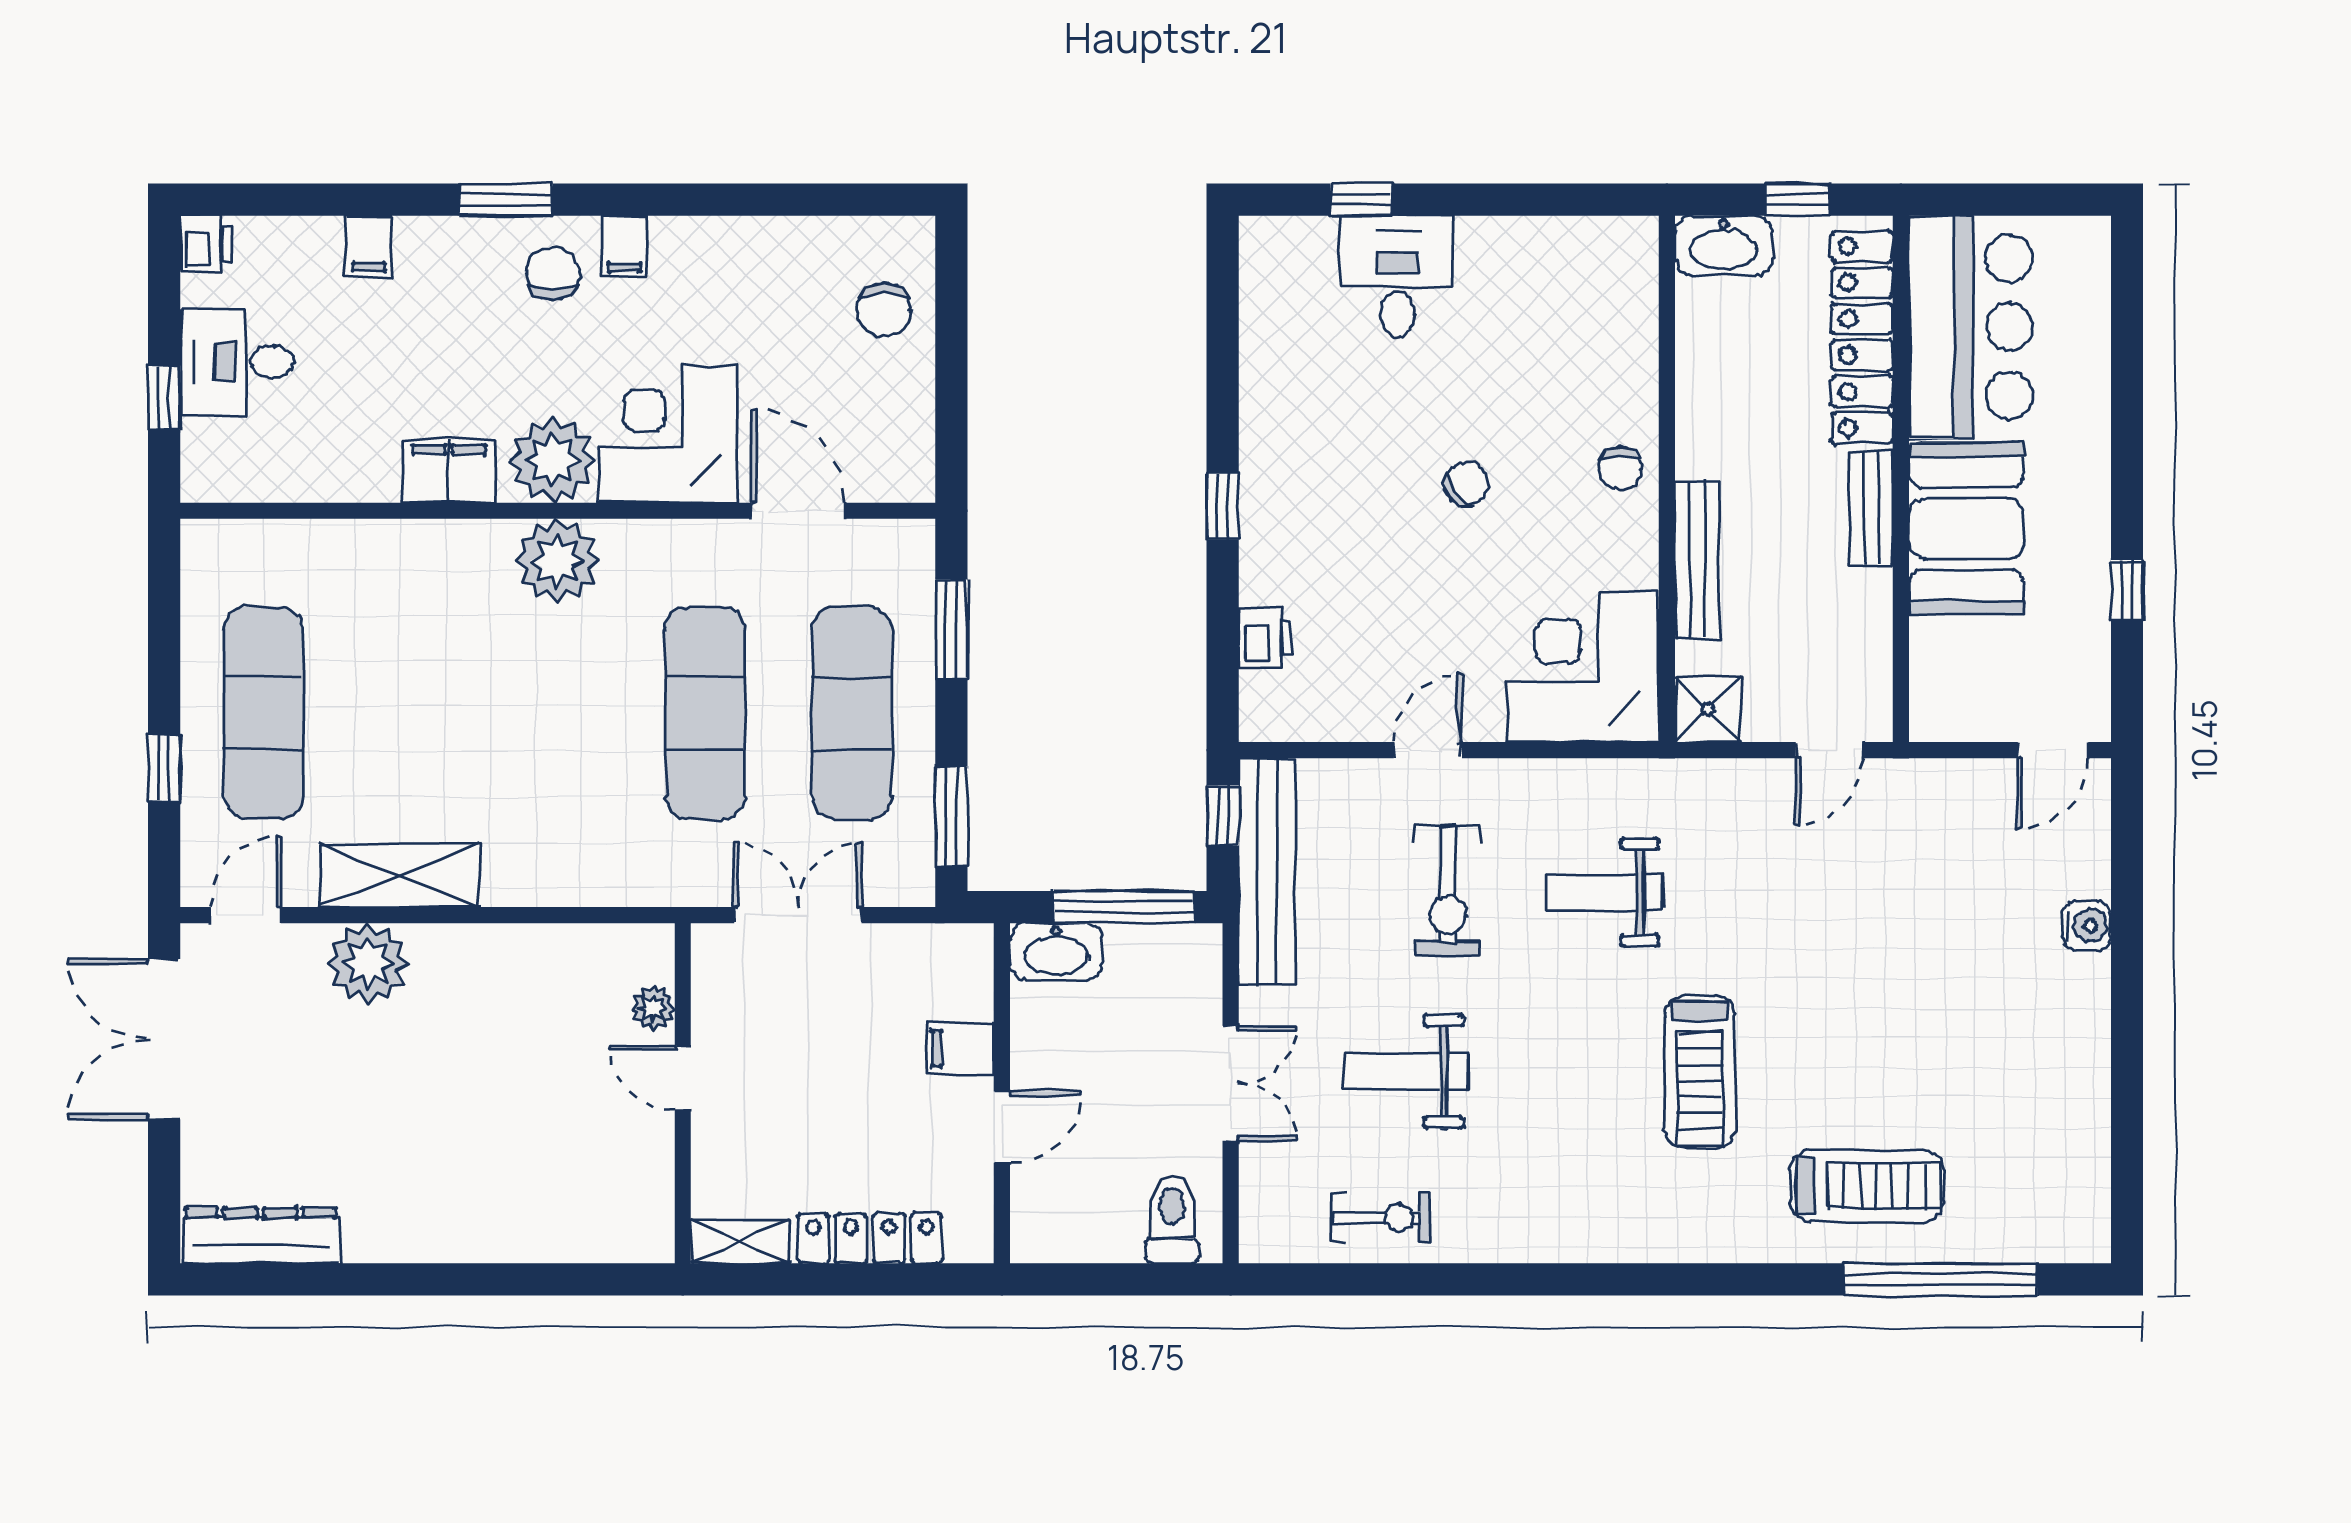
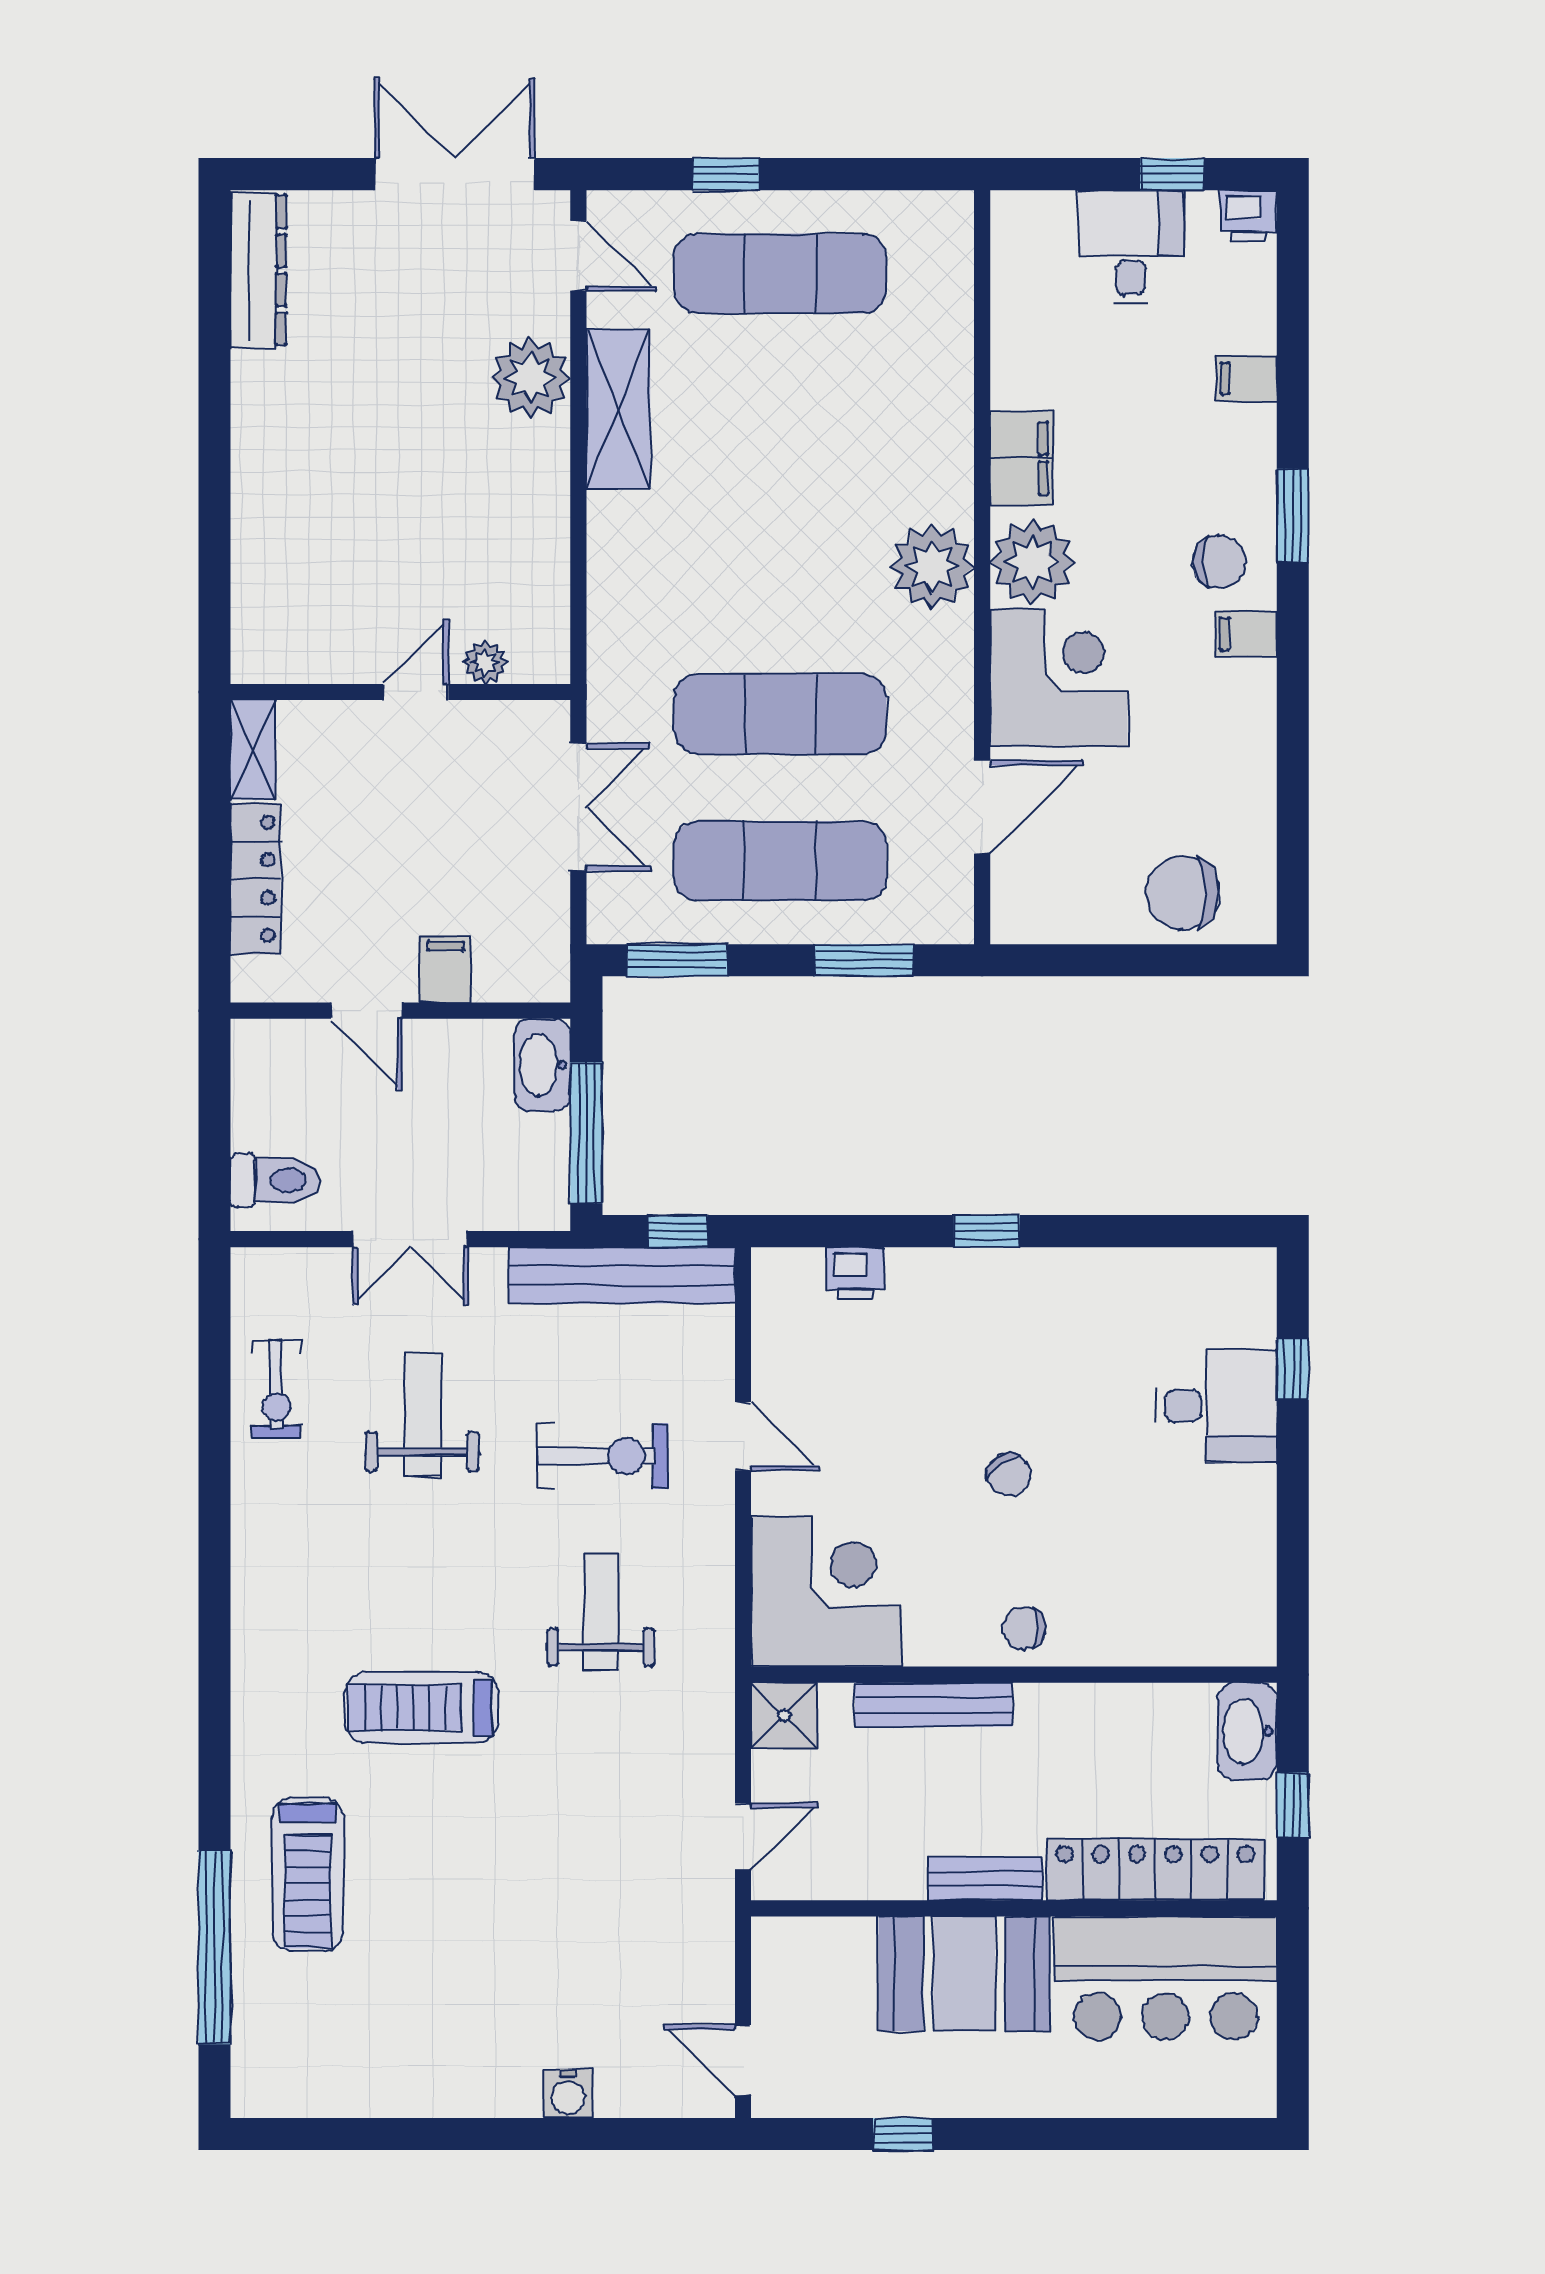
chair: (884, 310) -> (1183, 893), width x1.37, depth x1.37
window: (164, 398) -> (1172, 174), moved
door: (1829, 750) -> (743, 1836), swing flipped
exercise bike: (1448, 891) -> (603, 1456), turned 180

